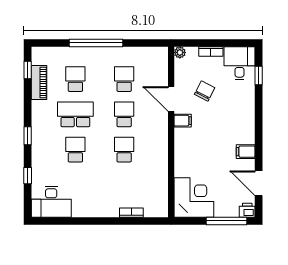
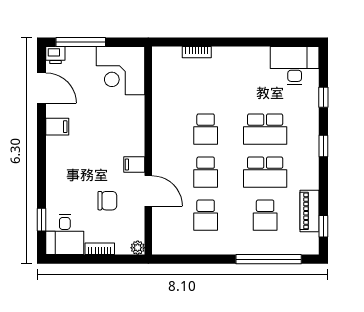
window: (96, 43) -> (269, 259), moved
chair: (205, 91) -> (107, 201), turned -117
school desk: (75, 150) -> (265, 129), width x1.85

